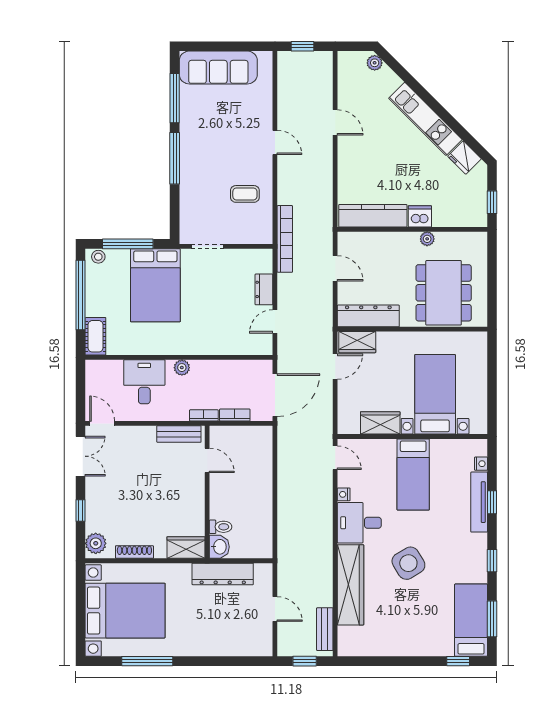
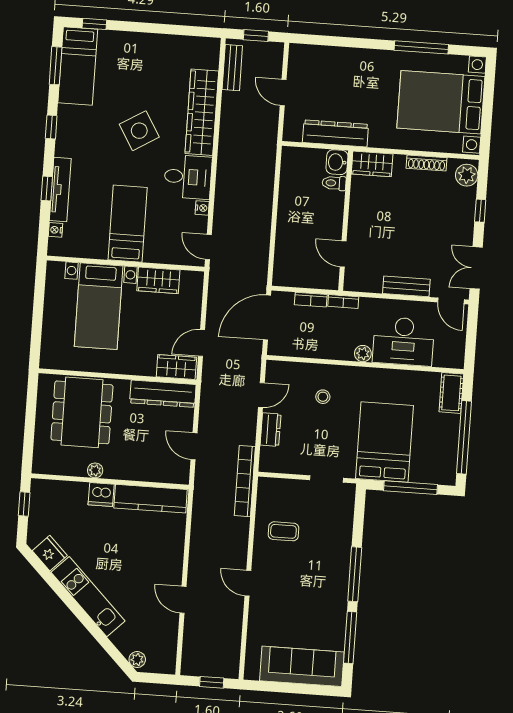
stool: (98, 257) -> (323, 397), moved
desk: (144, 382) -> (403, 341), width x1.37
bench: (179, 434) -> (406, 286), moved

